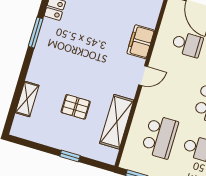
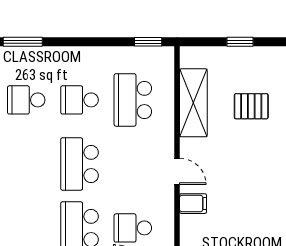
filing cabinet: (141, 42) -> (193, 204), width x0.50
door: (143, 76) -> (177, 171), swing flipped

